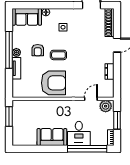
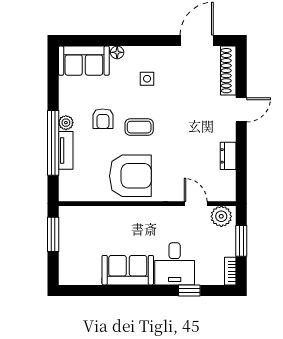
window: (9, 50) -> (53, 143), moved
door: (91, 99) -> (196, 204), hinge flipped
window: (87, 149) -> (189, 290), width x0.32

